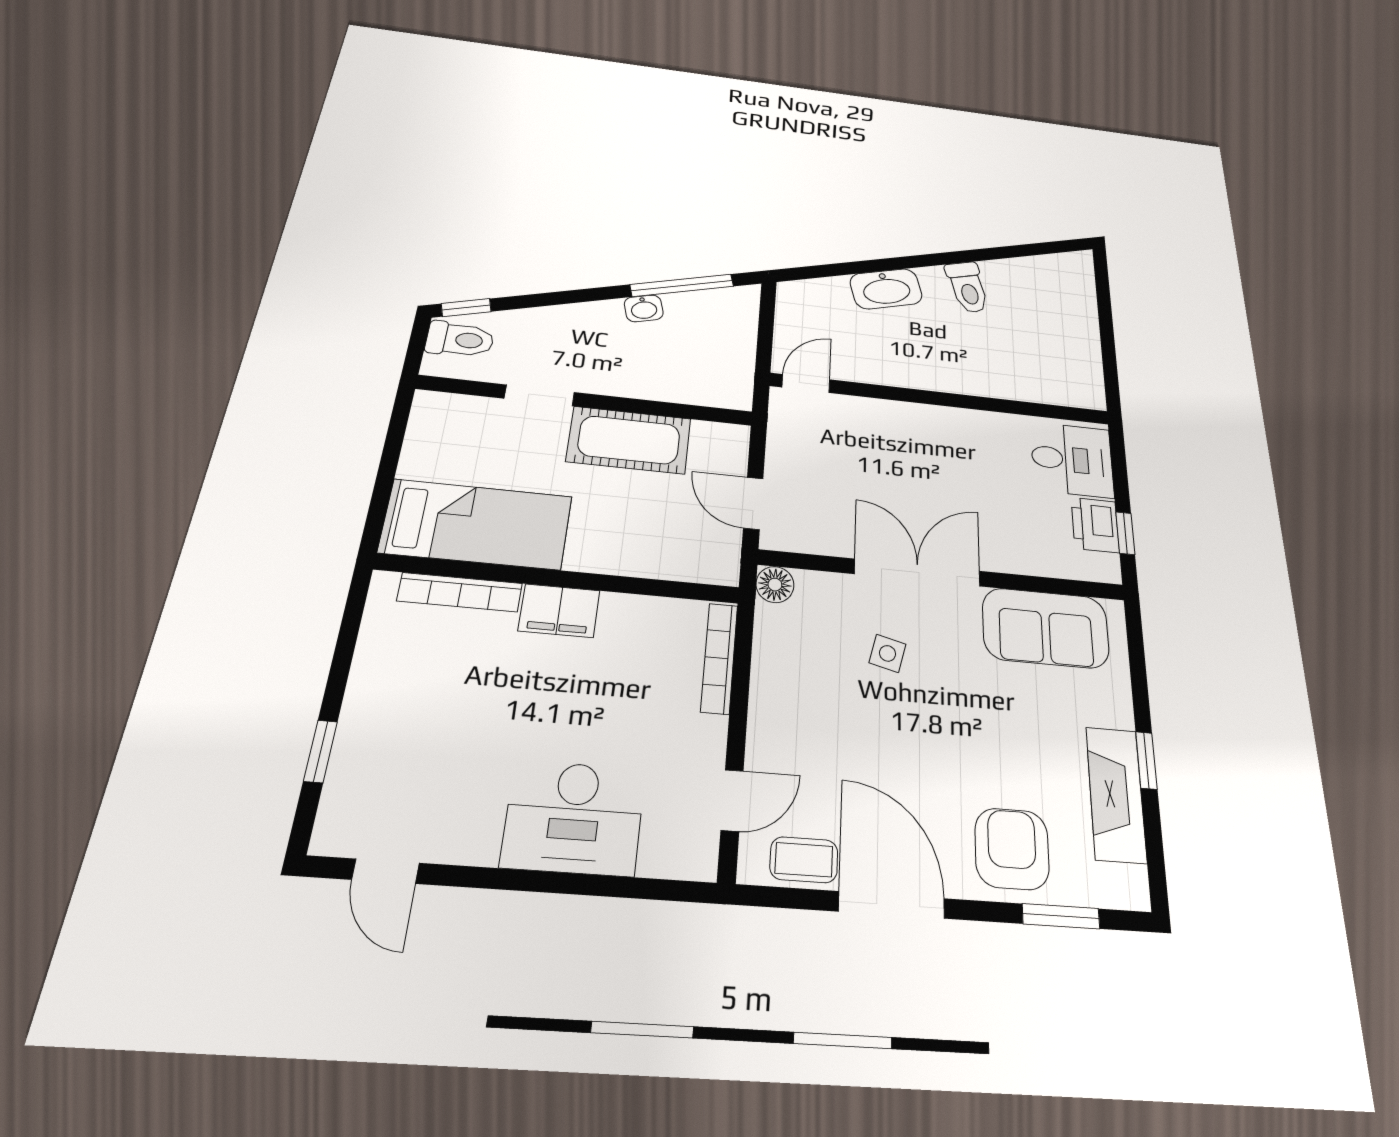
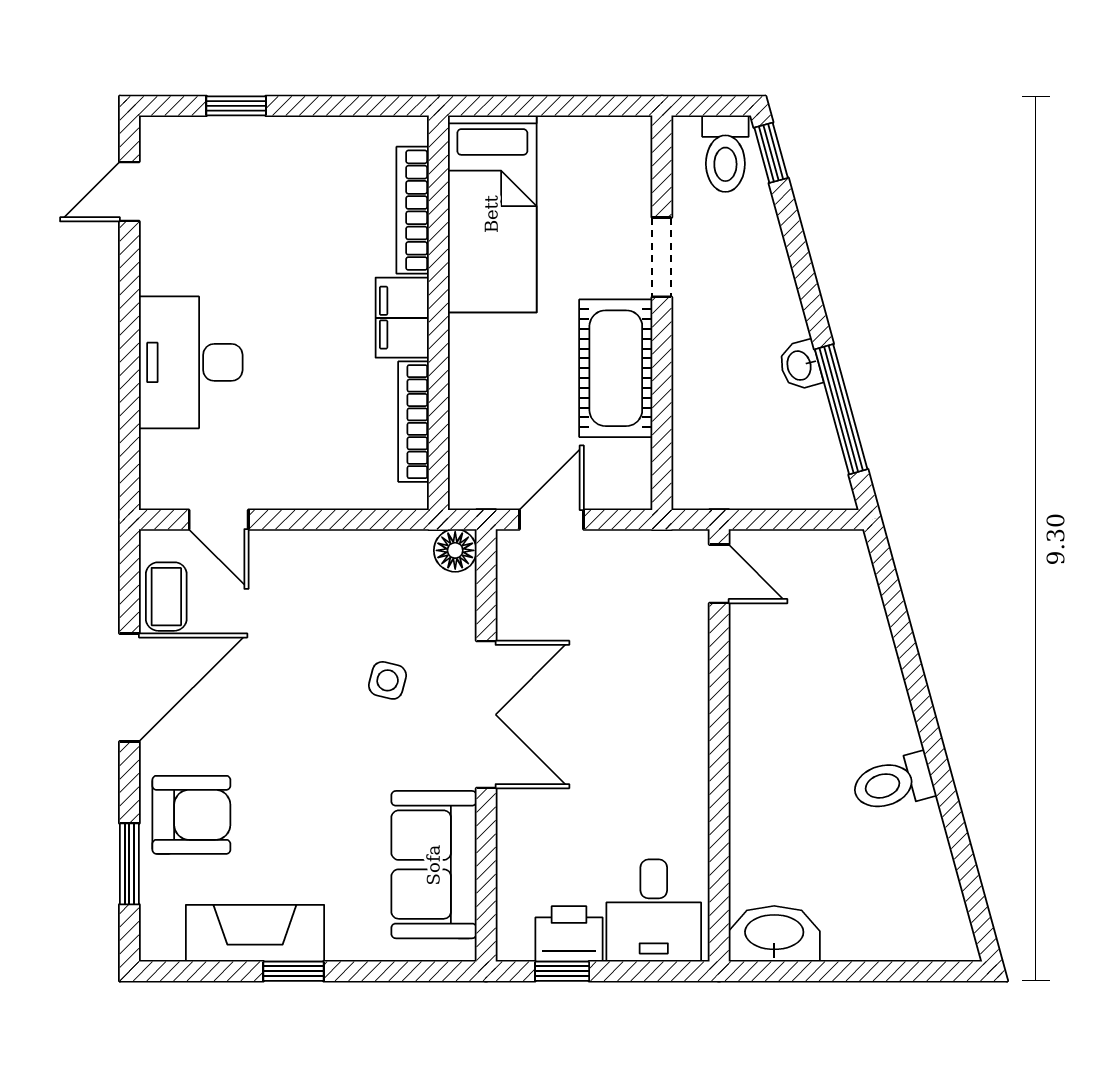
washbasin: (886, 289) -> (774, 934), moved, turned 105
bookcase: (719, 658) -> (414, 422), moved, turned -90

